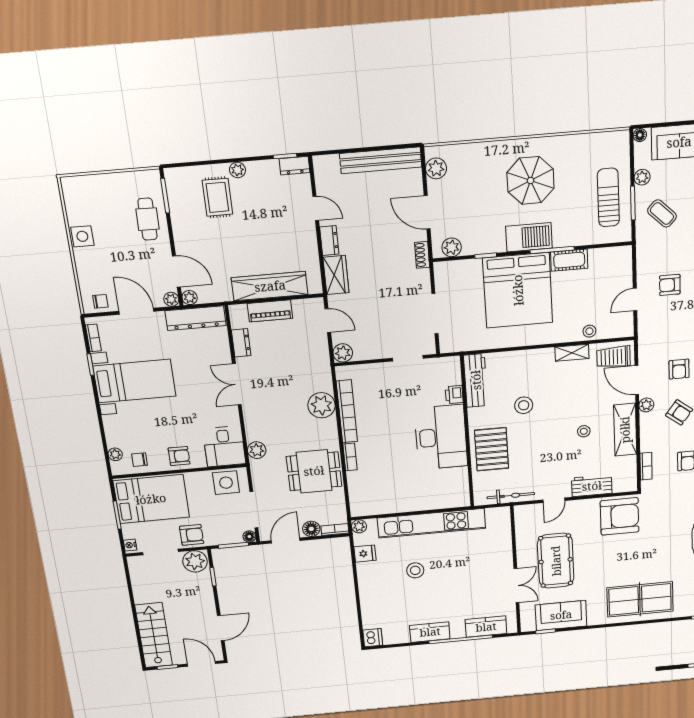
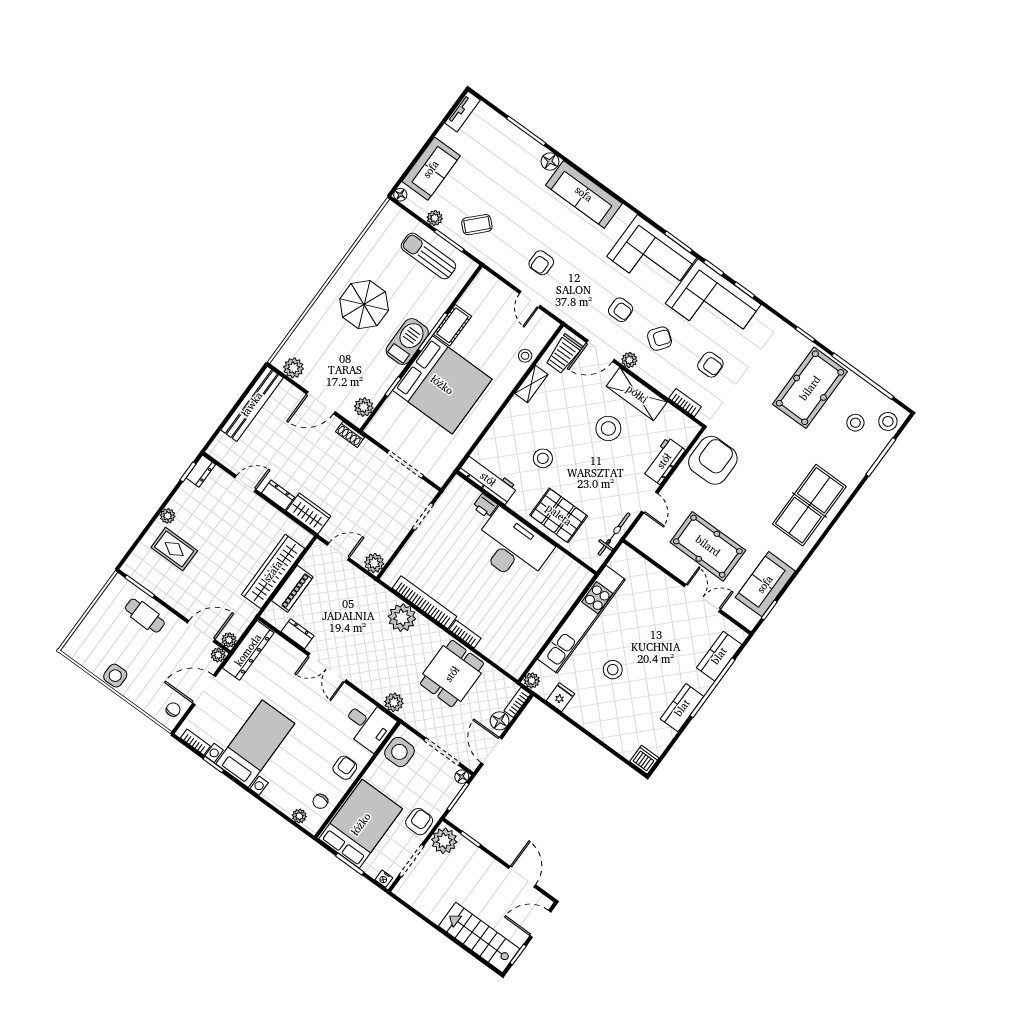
stool: (584, 431) -> (608, 428), width x1.89, depth x1.89

